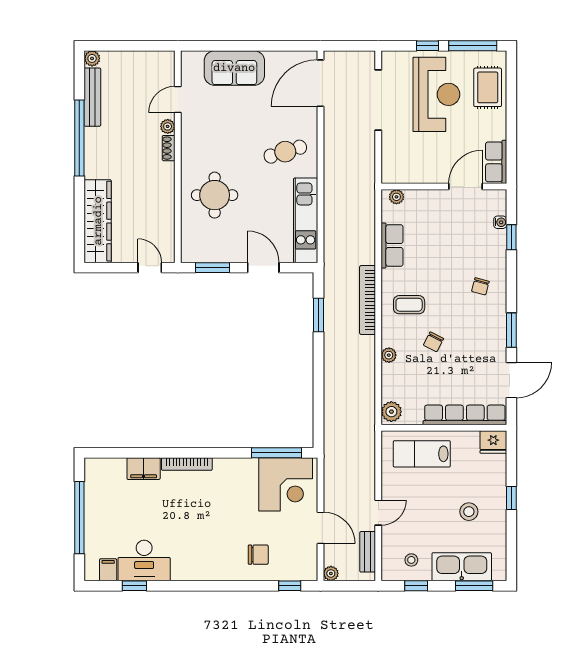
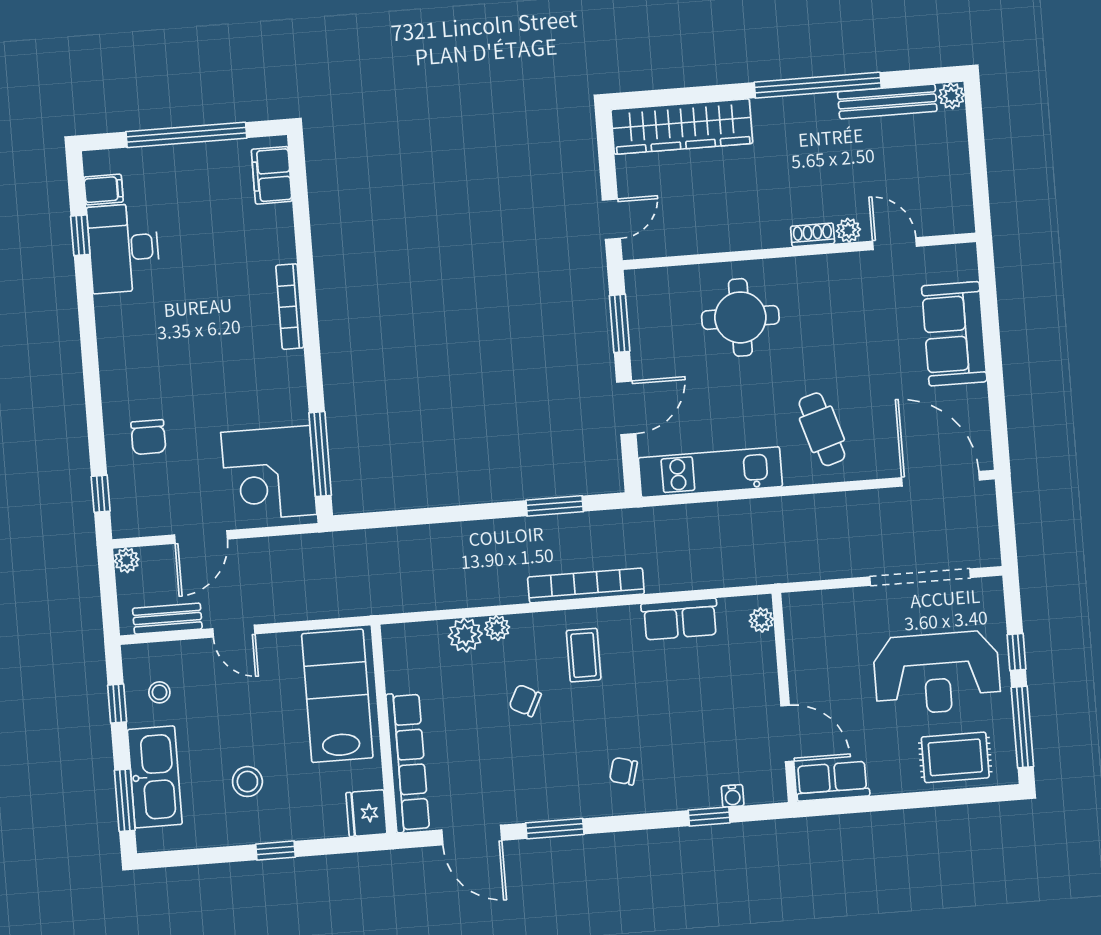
plant: (391, 412) -> (465, 635), moved
lab bench: (422, 454) -> (337, 696), width x1.36, depth x1.39
filing cabinet: (144, 469) -> (272, 175), moved

